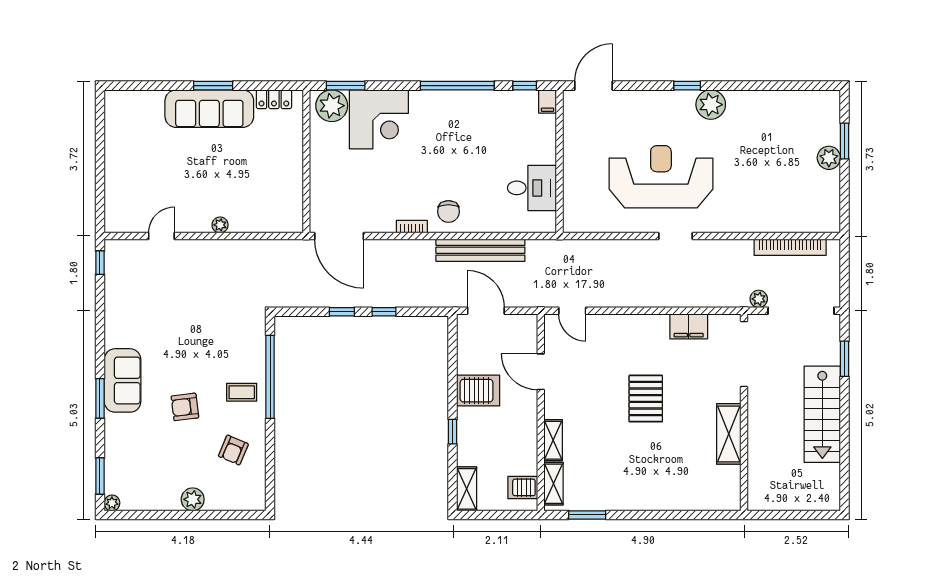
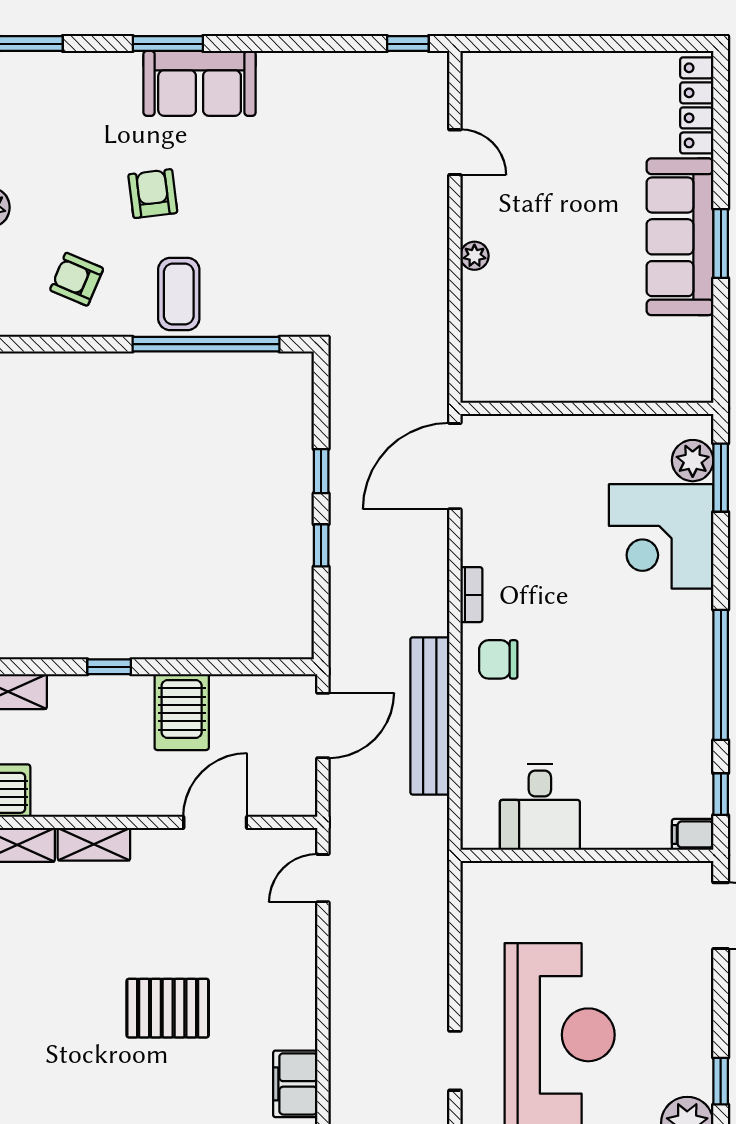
locker: (274, 99) -> (697, 105), moved, width x1.53
plant: (332, 106) -> (693, 461), width x0.73, depth x0.73
coffee table: (242, 392) -> (179, 294), width x1.36, depth x1.30

